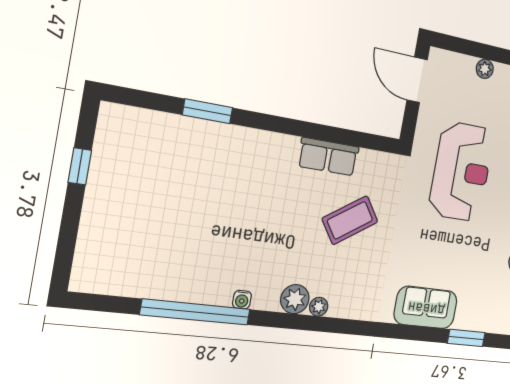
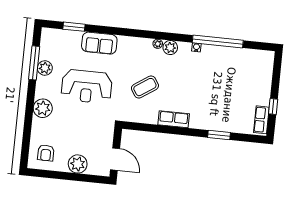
plant: (485, 69) -> (78, 164), width x1.88, depth x1.88
row of seats: (109, 138) -> (261, 120), added
row of seats: (328, 157) -> (174, 119), moved
reception desk: (461, 172) -> (87, 86), moved, turned -90

